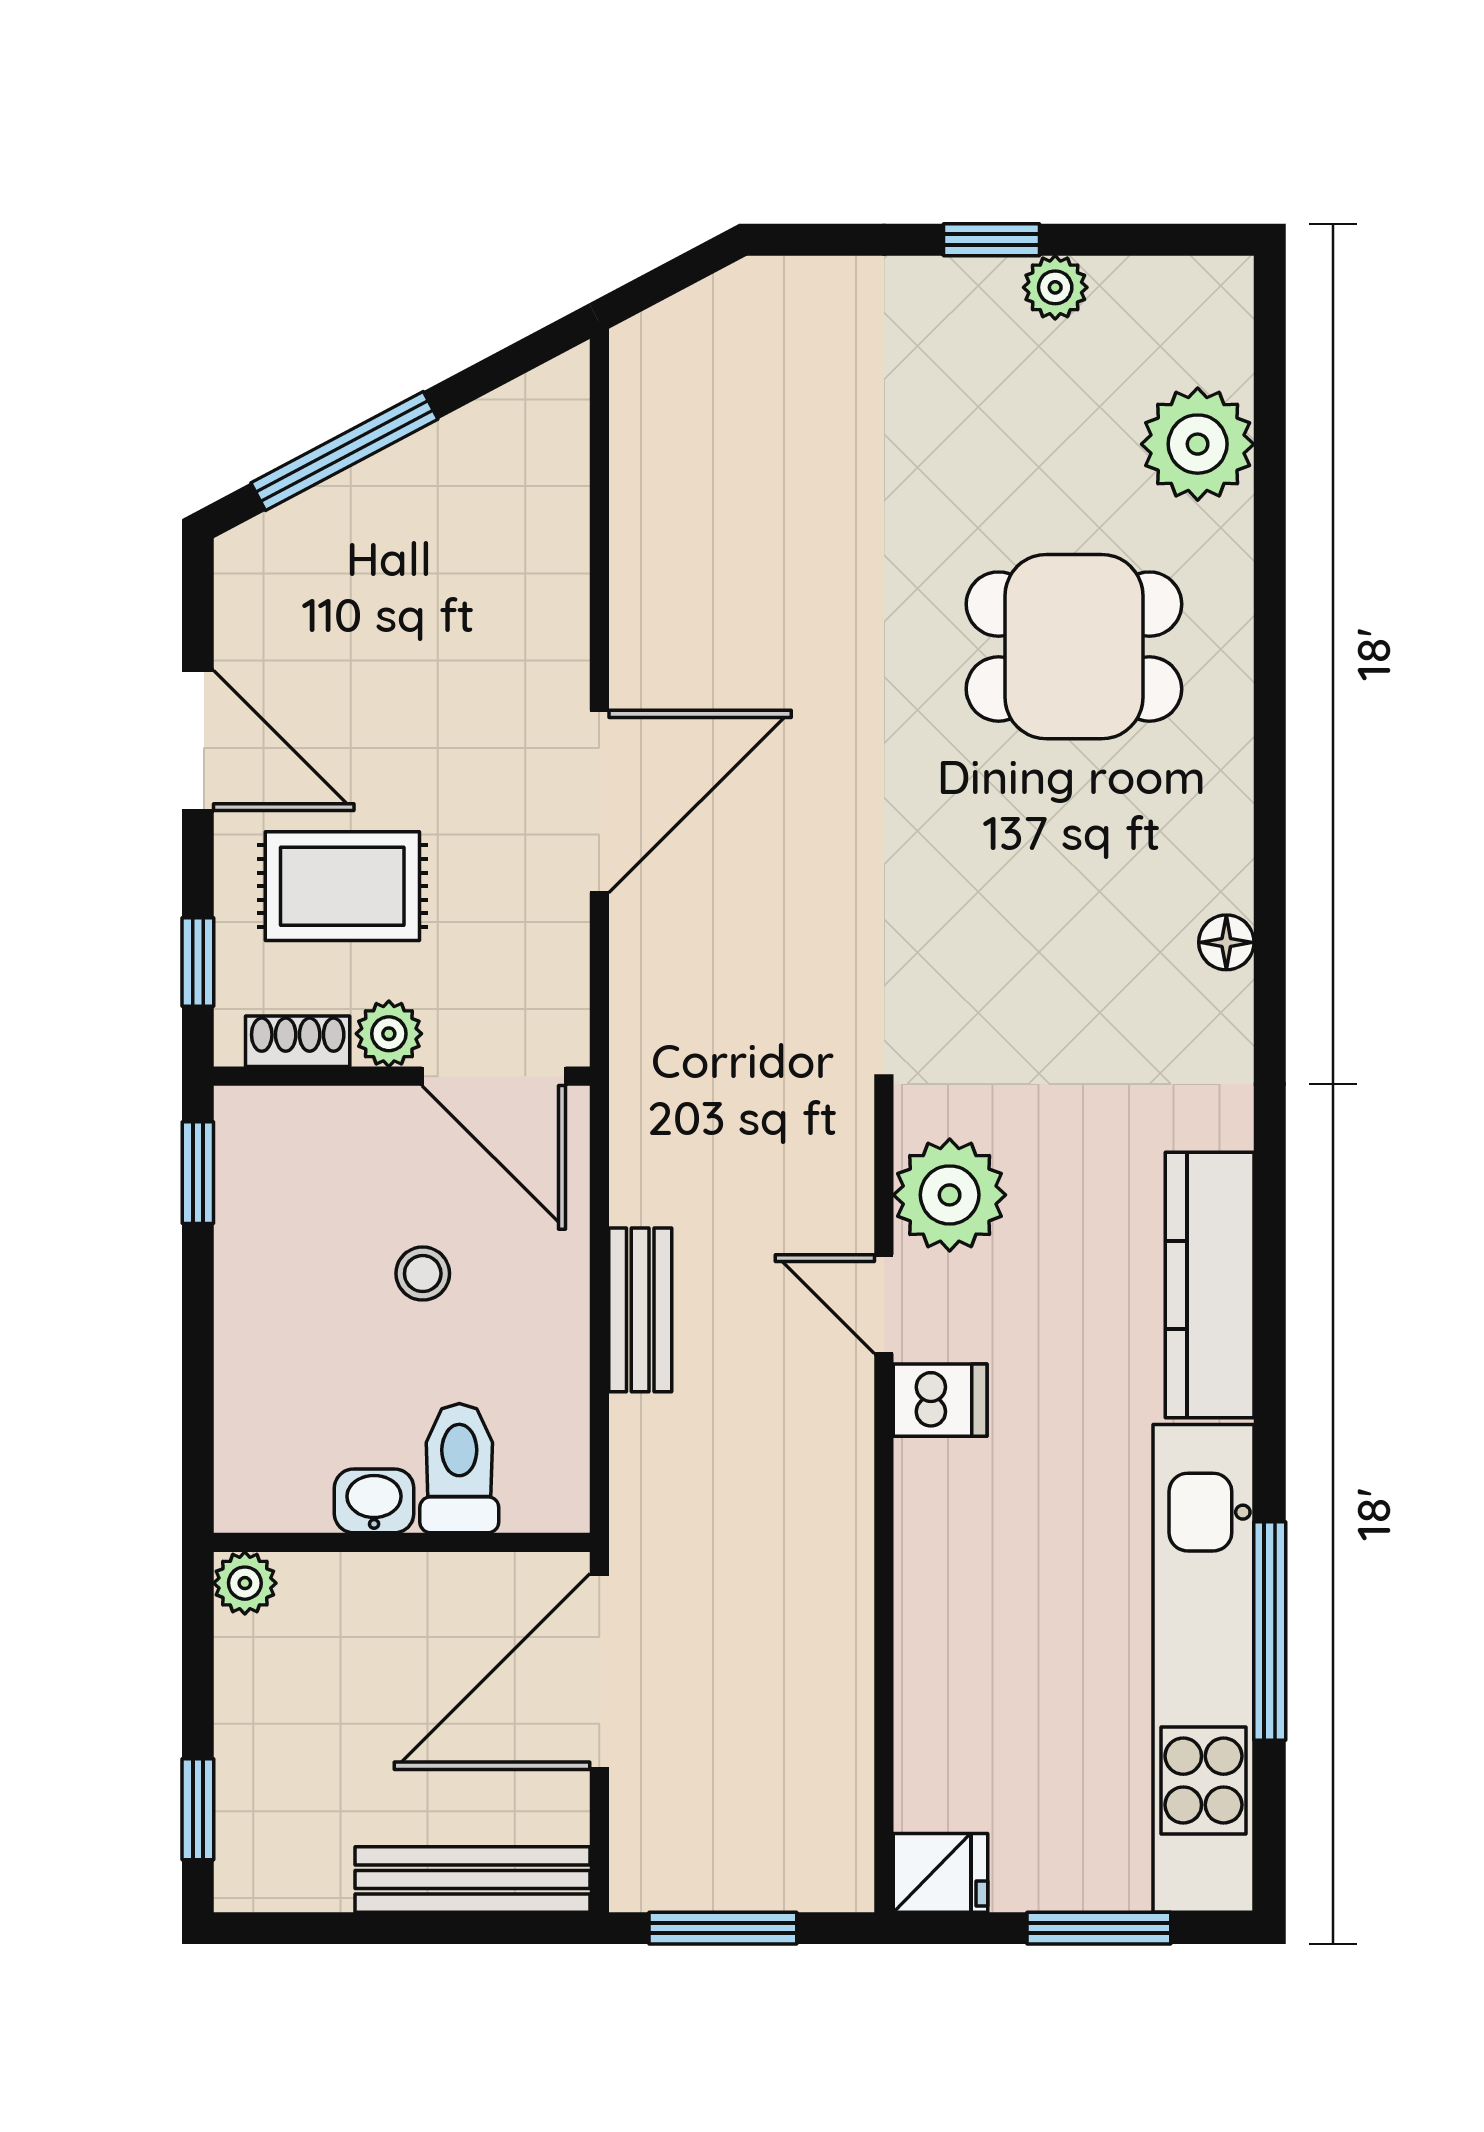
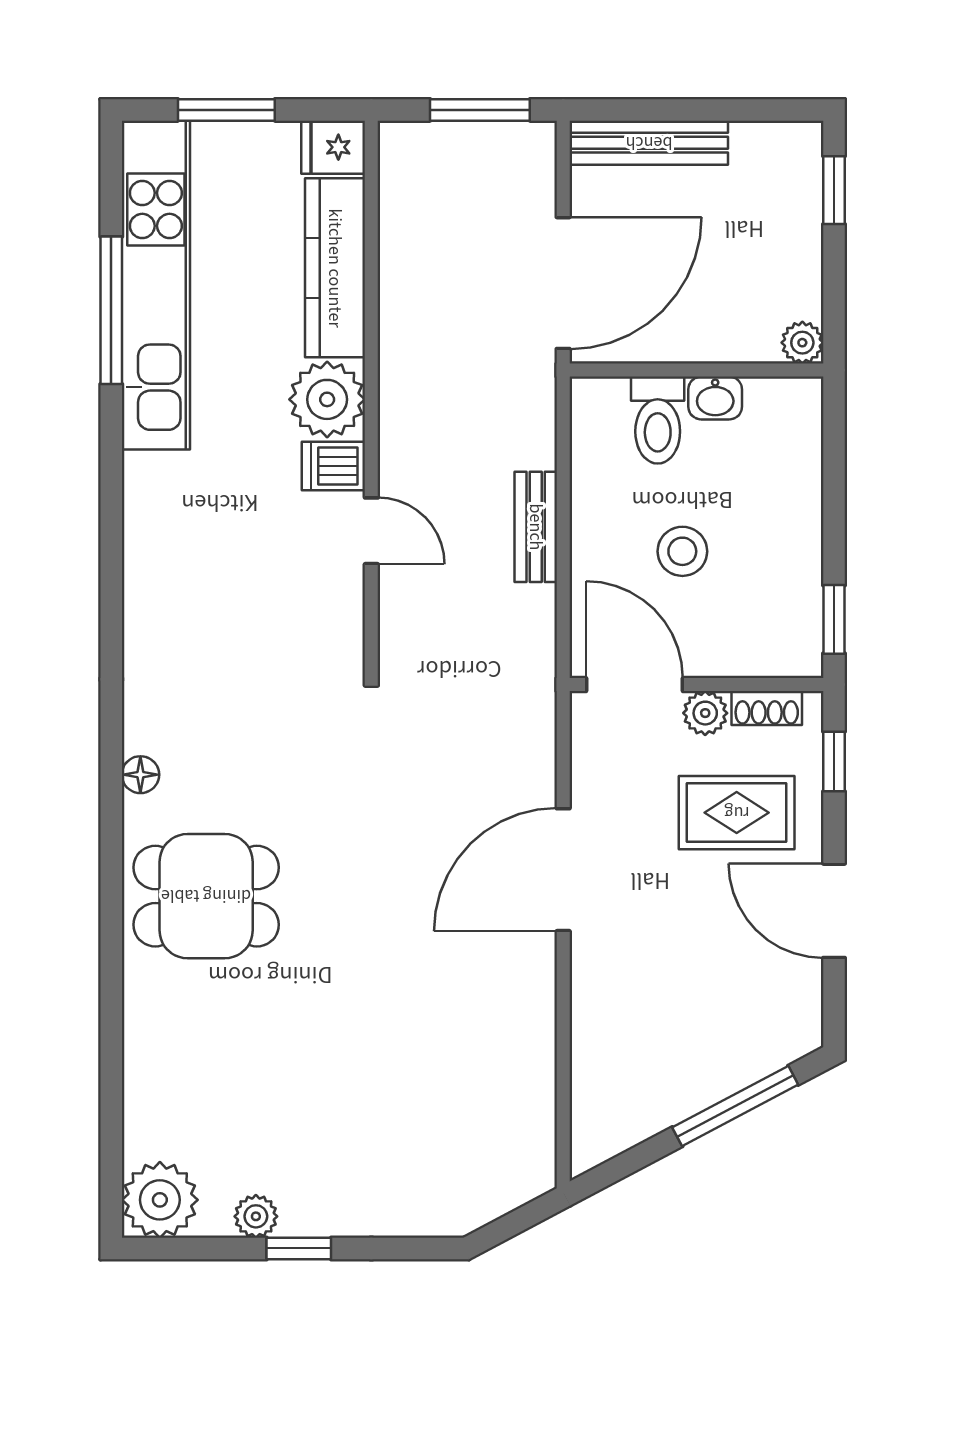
plant: (1198, 444) -> (160, 1200), moved
dining table: (1074, 647) -> (206, 896), moved
plant: (950, 1195) -> (327, 399), moved
stool: (423, 1274) -> (682, 551), width x1.37, depth x1.37
kitchen counter: (1210, 1285) -> (335, 268), moved, turned 180

